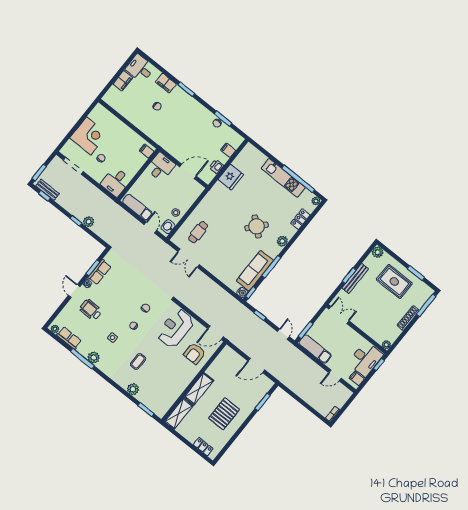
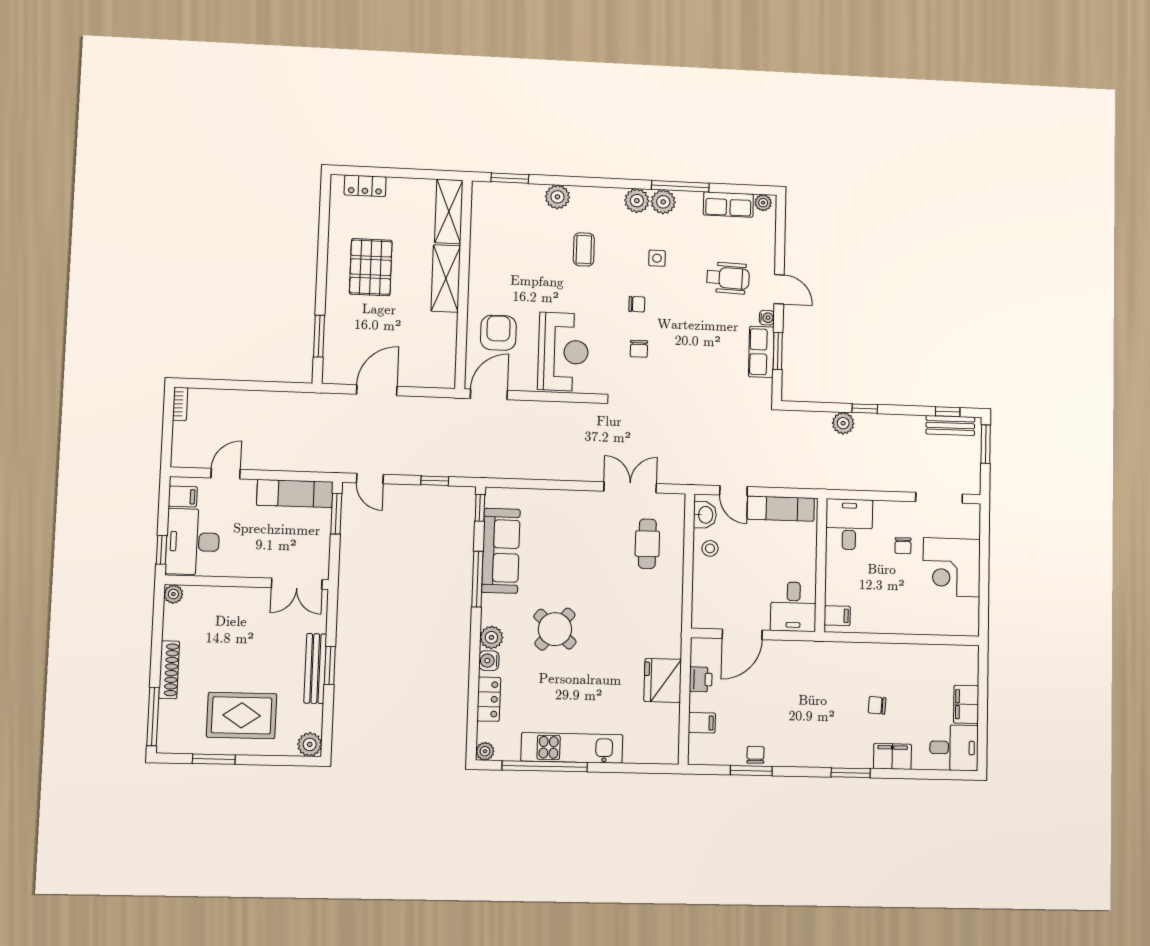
water cooler: (242, 293) -> (489, 661), moved
plant: (103, 365) -> (637, 201), added

